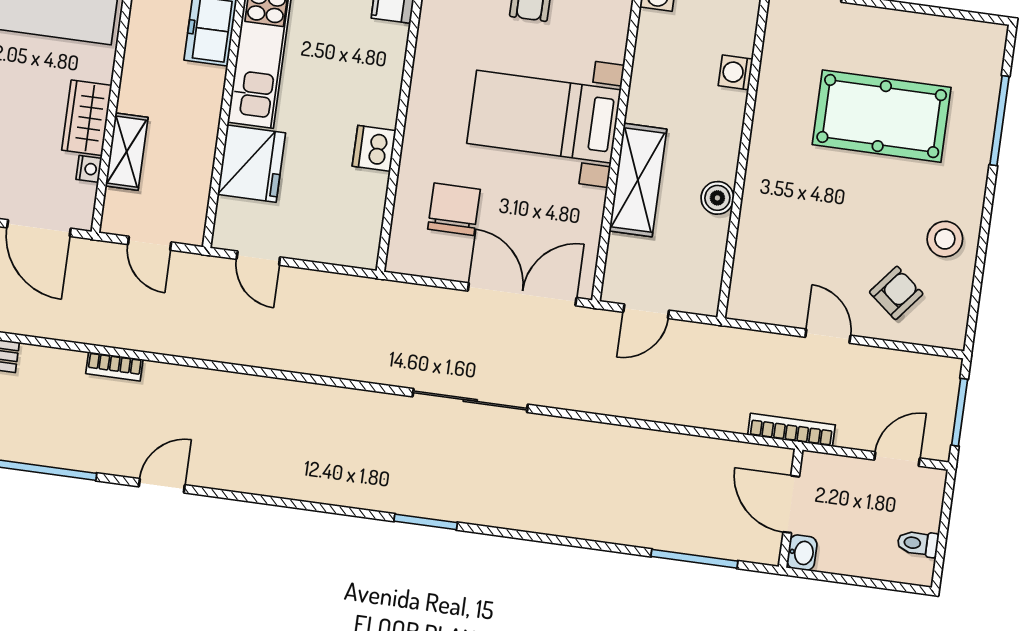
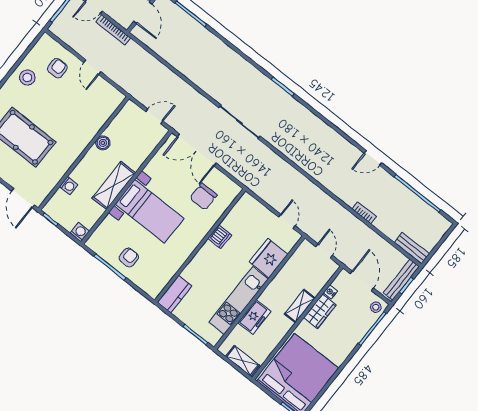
shelving: (127, 152) -> (300, 306), moved
shelving: (638, 180) -> (114, 185), moved
armchair: (896, 293) -> (57, 68), turned 141
bookcase: (791, 430) -> (113, 30), moved

